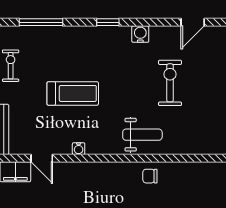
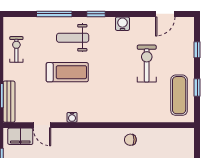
window: (41, 22) -> (54, 14), moved
exercise mat: (210, 122) -> (179, 95), added
weight bench: (142, 135) -> (73, 38), moved, turned 180

